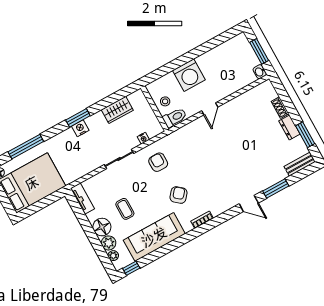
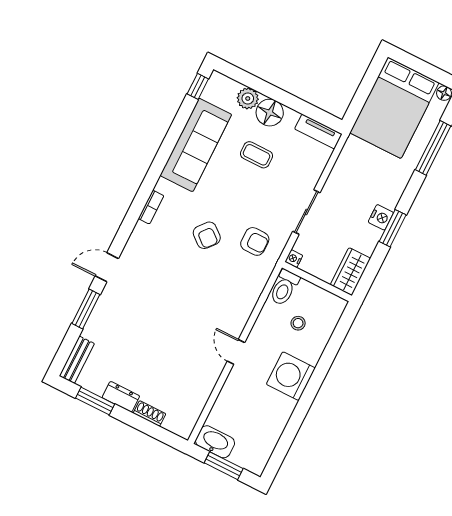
washbasin: (260, 72) -> (215, 442), width x1.91, depth x1.45
wall: (155, 109) -> (317, 282), moved
toilet: (175, 117) -> (284, 288), moved
armchair: (178, 195) -> (207, 235), moved
plant: (113, 256) -> (231, 87), removed

